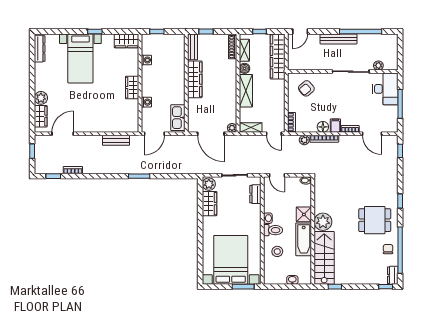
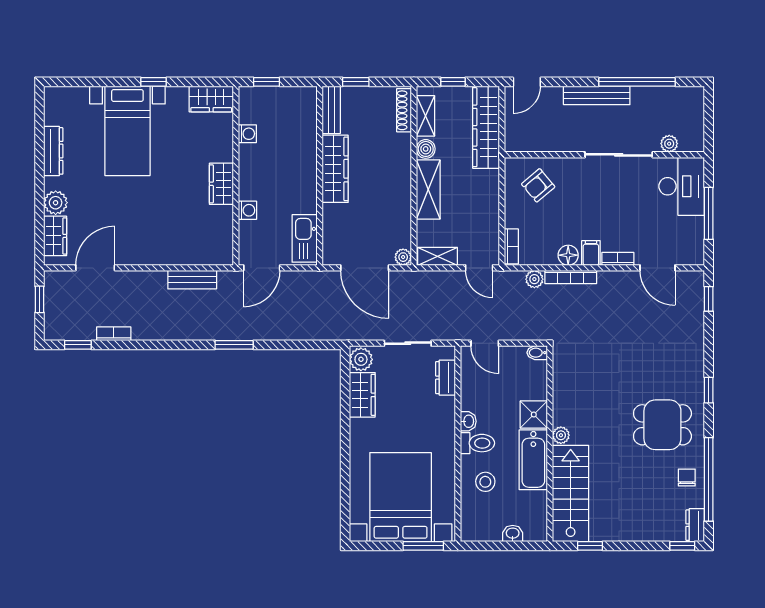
dresser: (40, 49) -> (53, 151), moved
plant: (323, 222) -> (561, 435), width x0.53, depth x0.53

